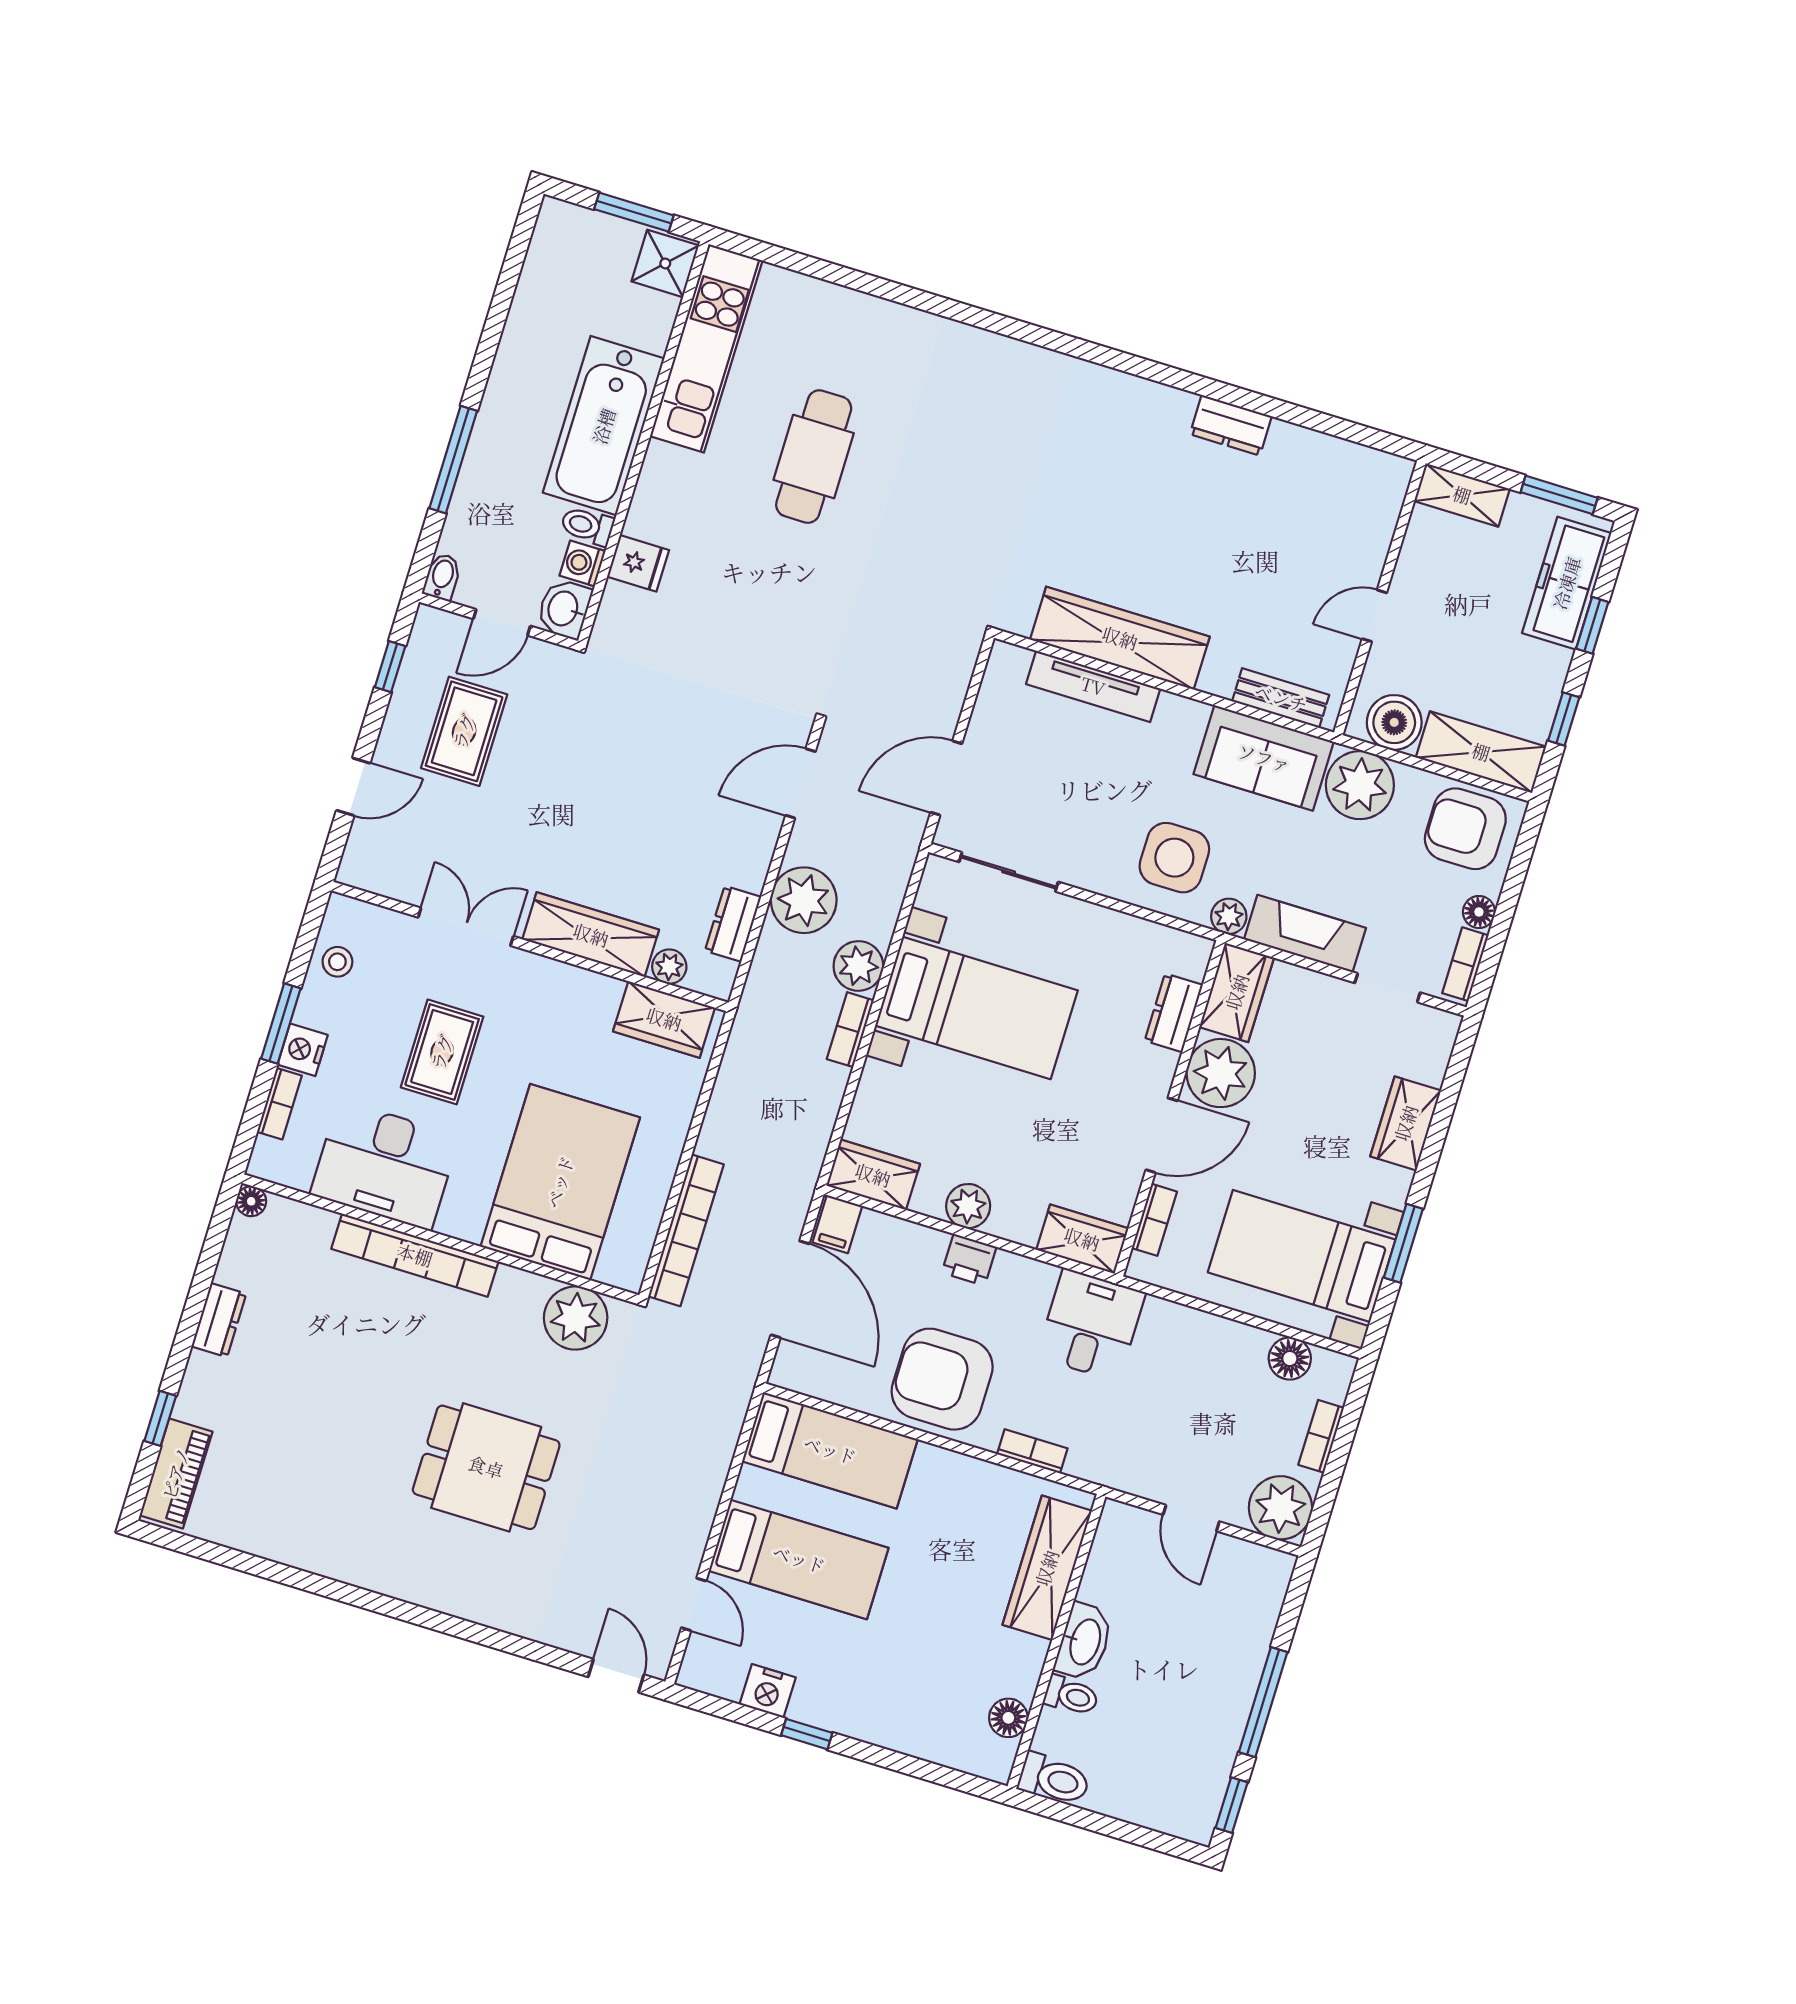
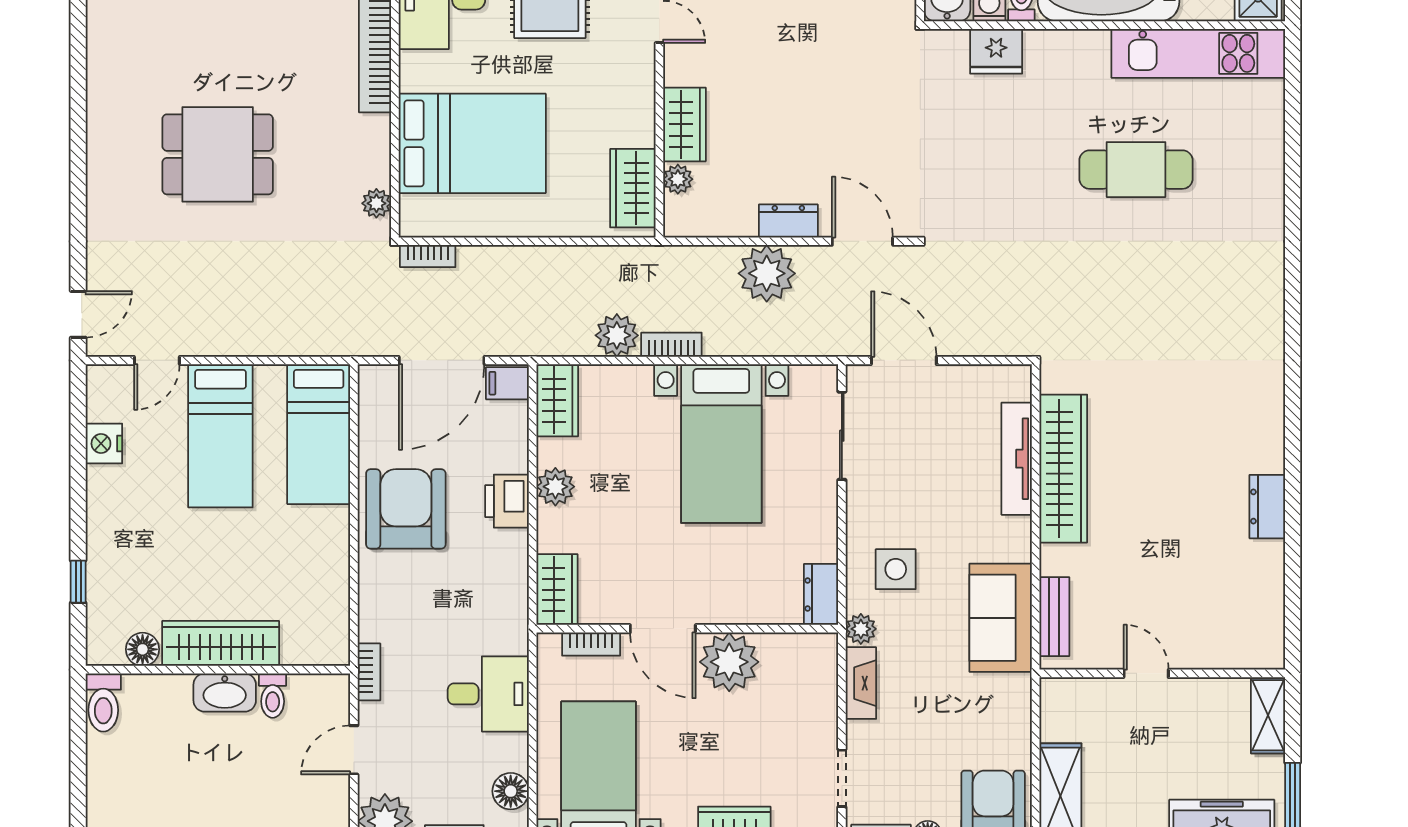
fridge: (638, 563) -> (996, 51), width x1.38
boiler: (1394, 722) -> (1063, 717), removed
plant: (1360, 785) -> (1002, 704), removed
side table: (1174, 858) -> (896, 569), width x0.73, depth x0.73
dresser: (733, 924) -> (788, 221), moved
fireplace: (1305, 934) -> (861, 683), width x0.73, depth x0.76
wardrobe: (591, 935) -> (684, 124), width x0.67
plant: (858, 966) -> (617, 335), moved
wardrobe: (1237, 992) -> (800, 655), removed
dresser: (1174, 1013) -> (821, 594), moved, turned -90
bookcase: (686, 1230) -> (428, 256), width x0.43, depth x0.76
printer: (969, 1260) -> (507, 501), width x1.36, depth x1.24
plant: (576, 1318) -> (376, 203), width x0.53, depth x0.53
desk: (1091, 1325) -> (488, 694), moved
bookcase: (1032, 1451) -> (369, 672), moved
dining table: (486, 1467) -> (218, 154), turned 90
wardrobe: (1047, 1568) -> (221, 643), moved
toilet: (1071, 1696) -> (273, 696), moved
window: (807, 1734) -> (78, 582), moved

